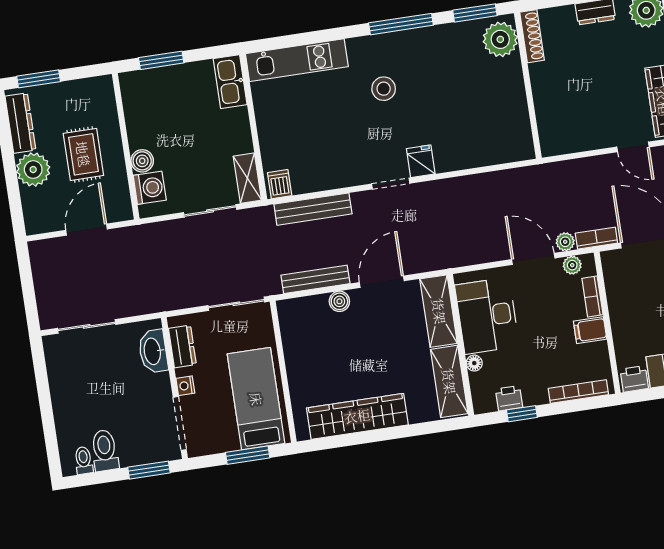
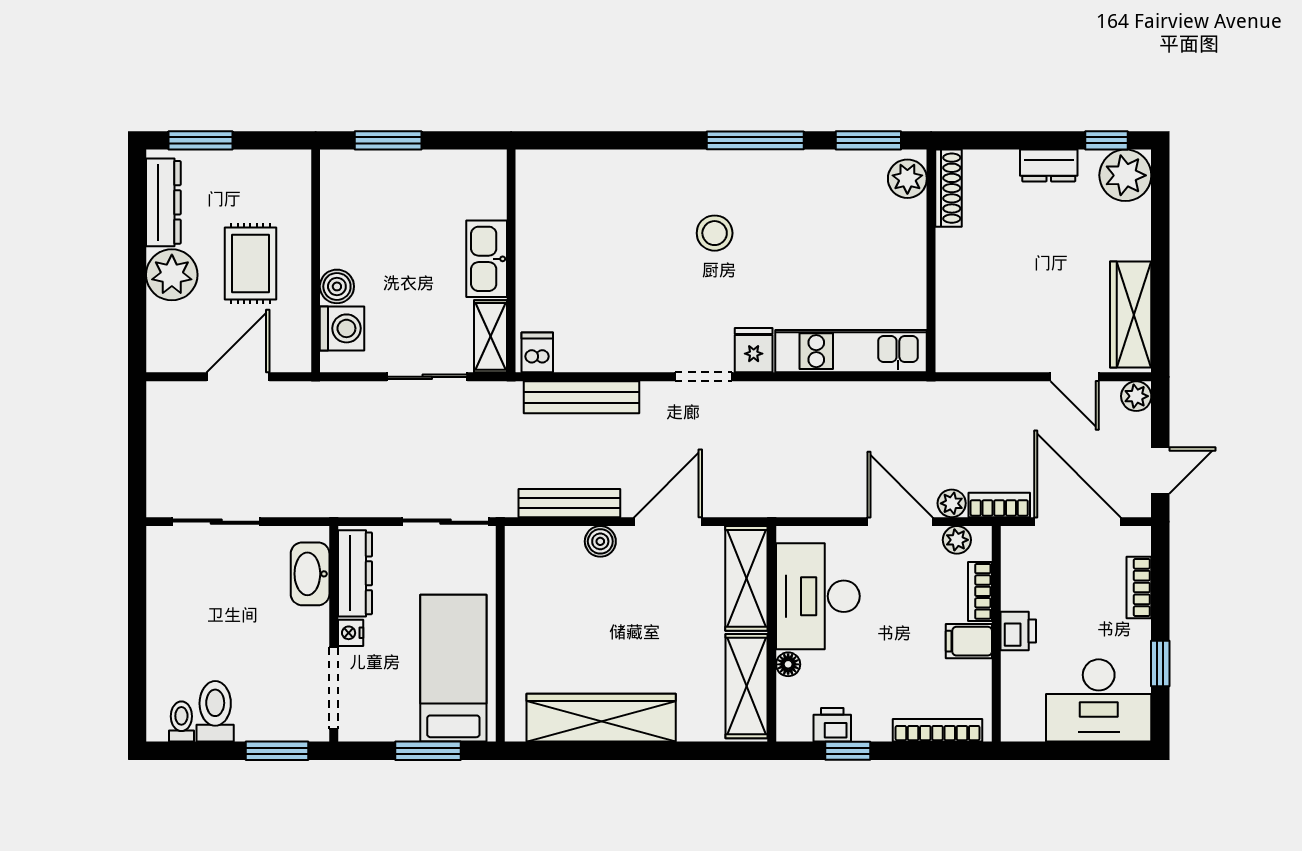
plant: (500, 39) -> (907, 179), width x0.73, depth x0.73
kitchen unit: (297, 60) -> (851, 351), moved, turned 180
kitchen sink: (230, 82) -> (487, 259), moved
dresser: (182, 346) -> (355, 573), width x1.44
printer: (634, 379) -> (1018, 631), moved, turned 90

